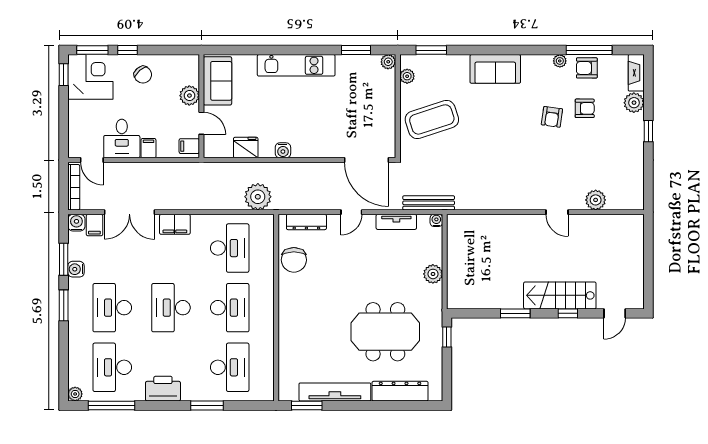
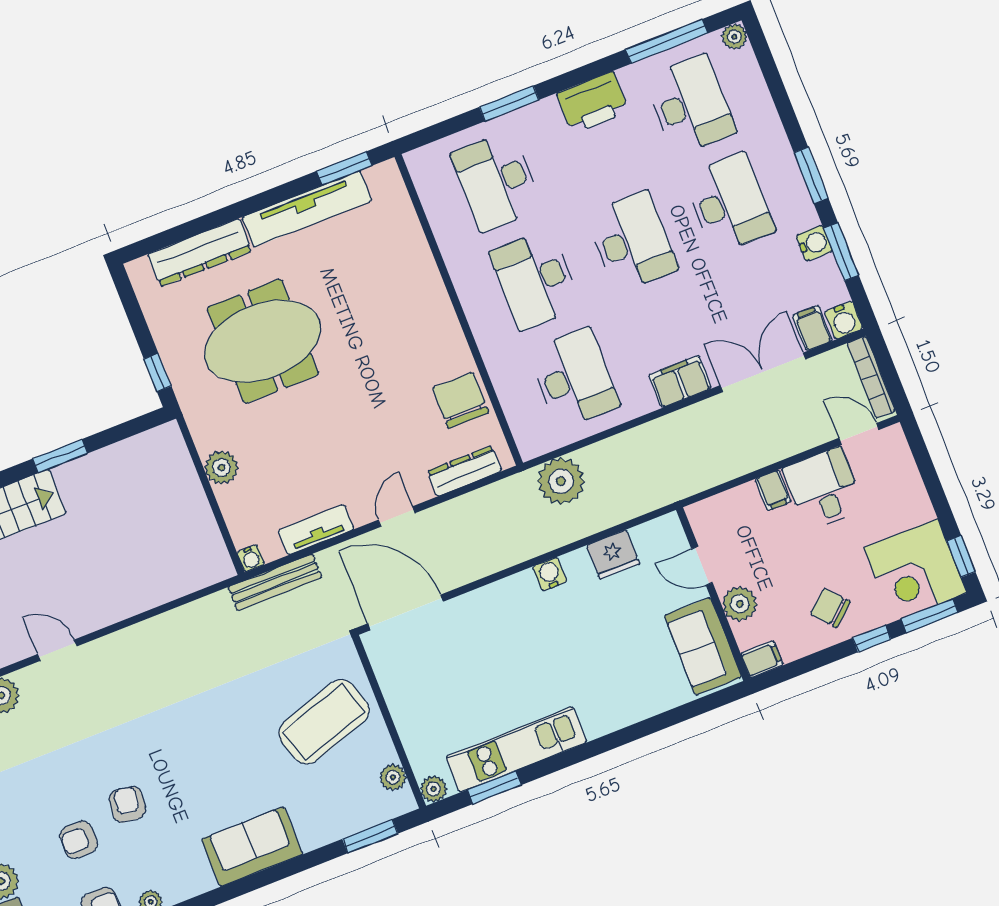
kitchen unit: (296, 65) -> (516, 750), moved
filing cabinet: (189, 146) -> (762, 659), moved
desk: (230, 248) -> (574, 378), turned 180

